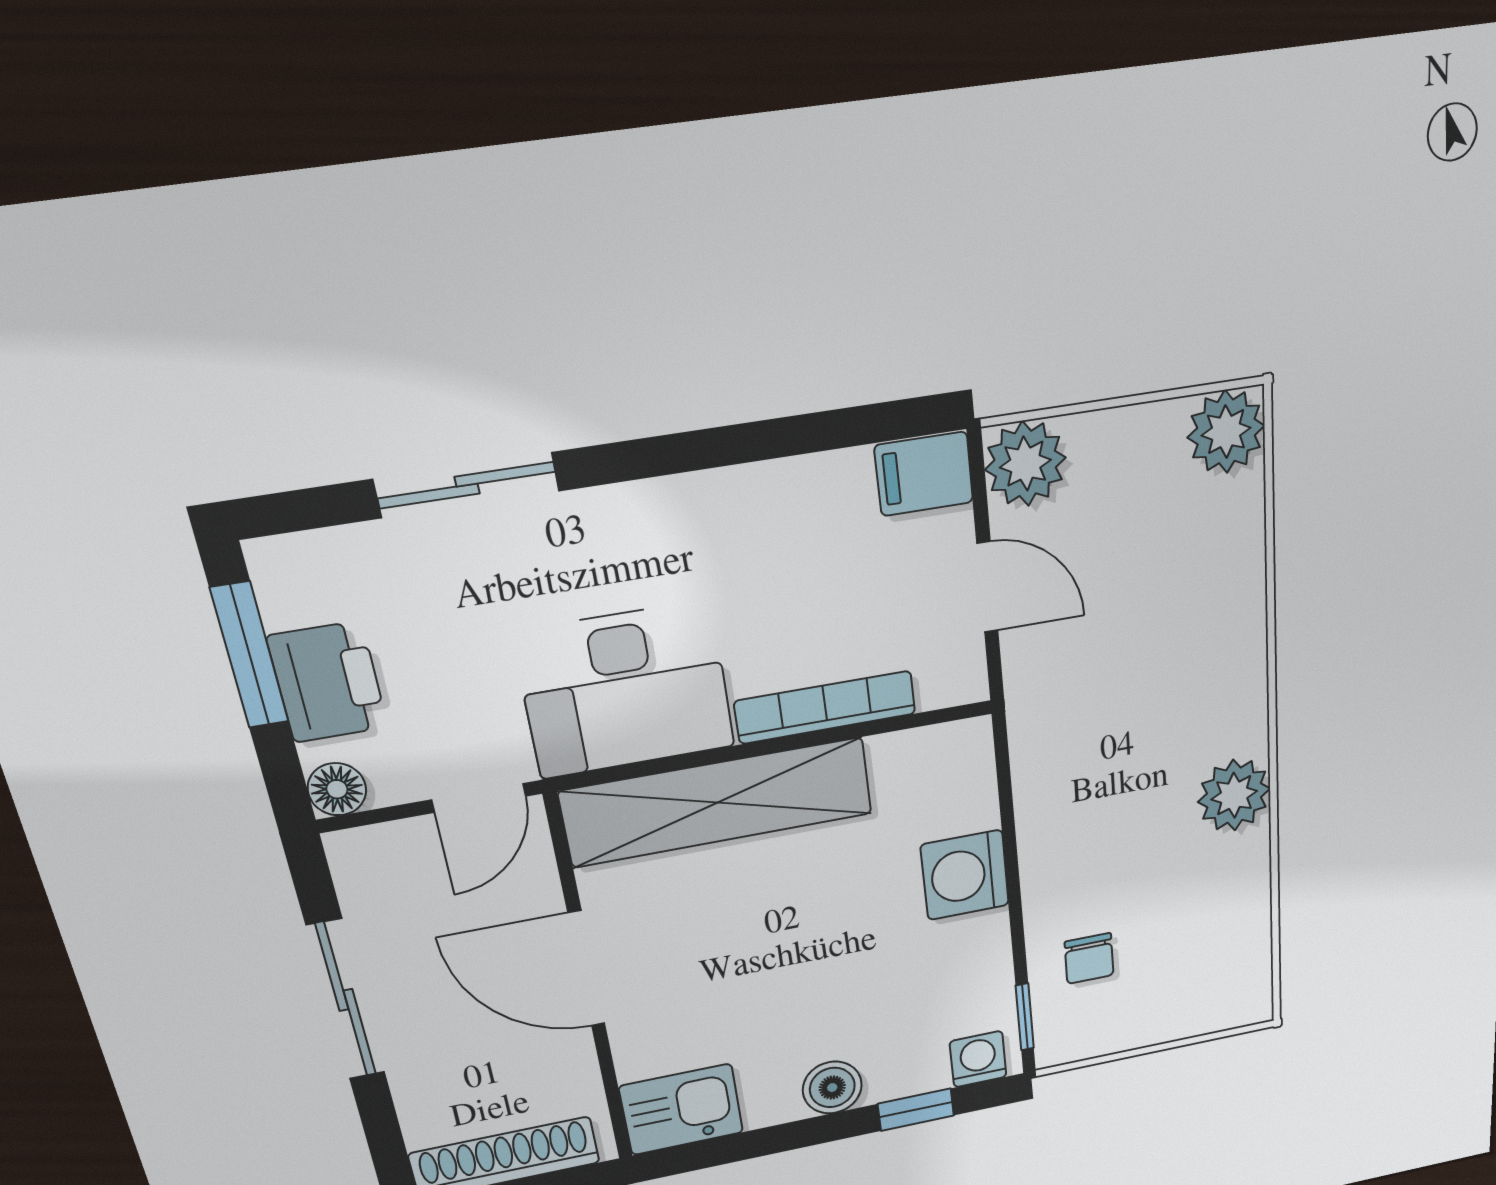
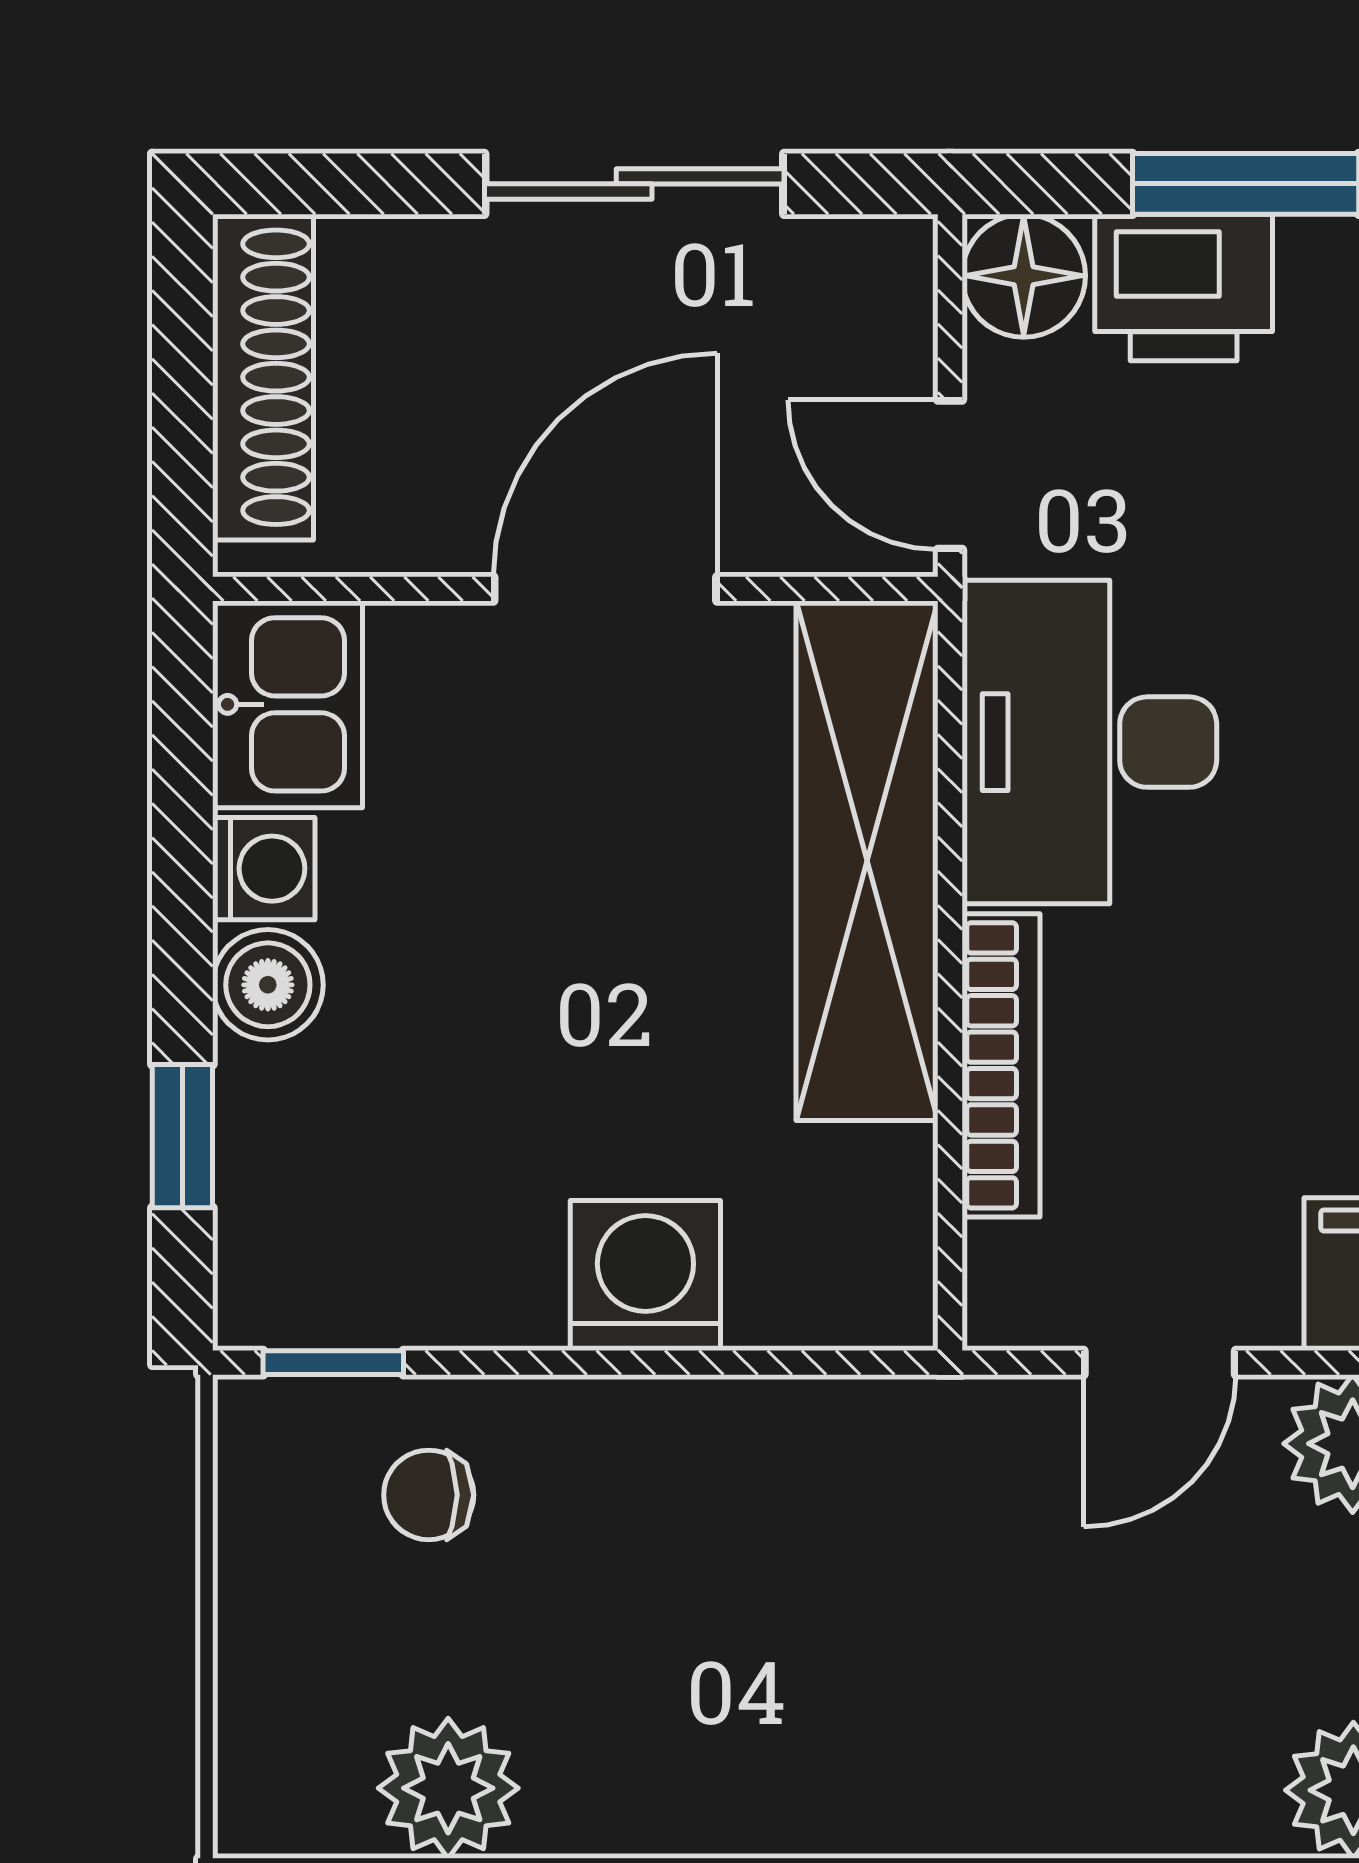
floor lamp: (337, 789) -> (1024, 276), width x1.37, depth x1.37
plant: (1234, 795) -> (448, 1788), moved
washing machine: (978, 1059) -> (264, 869), moved

